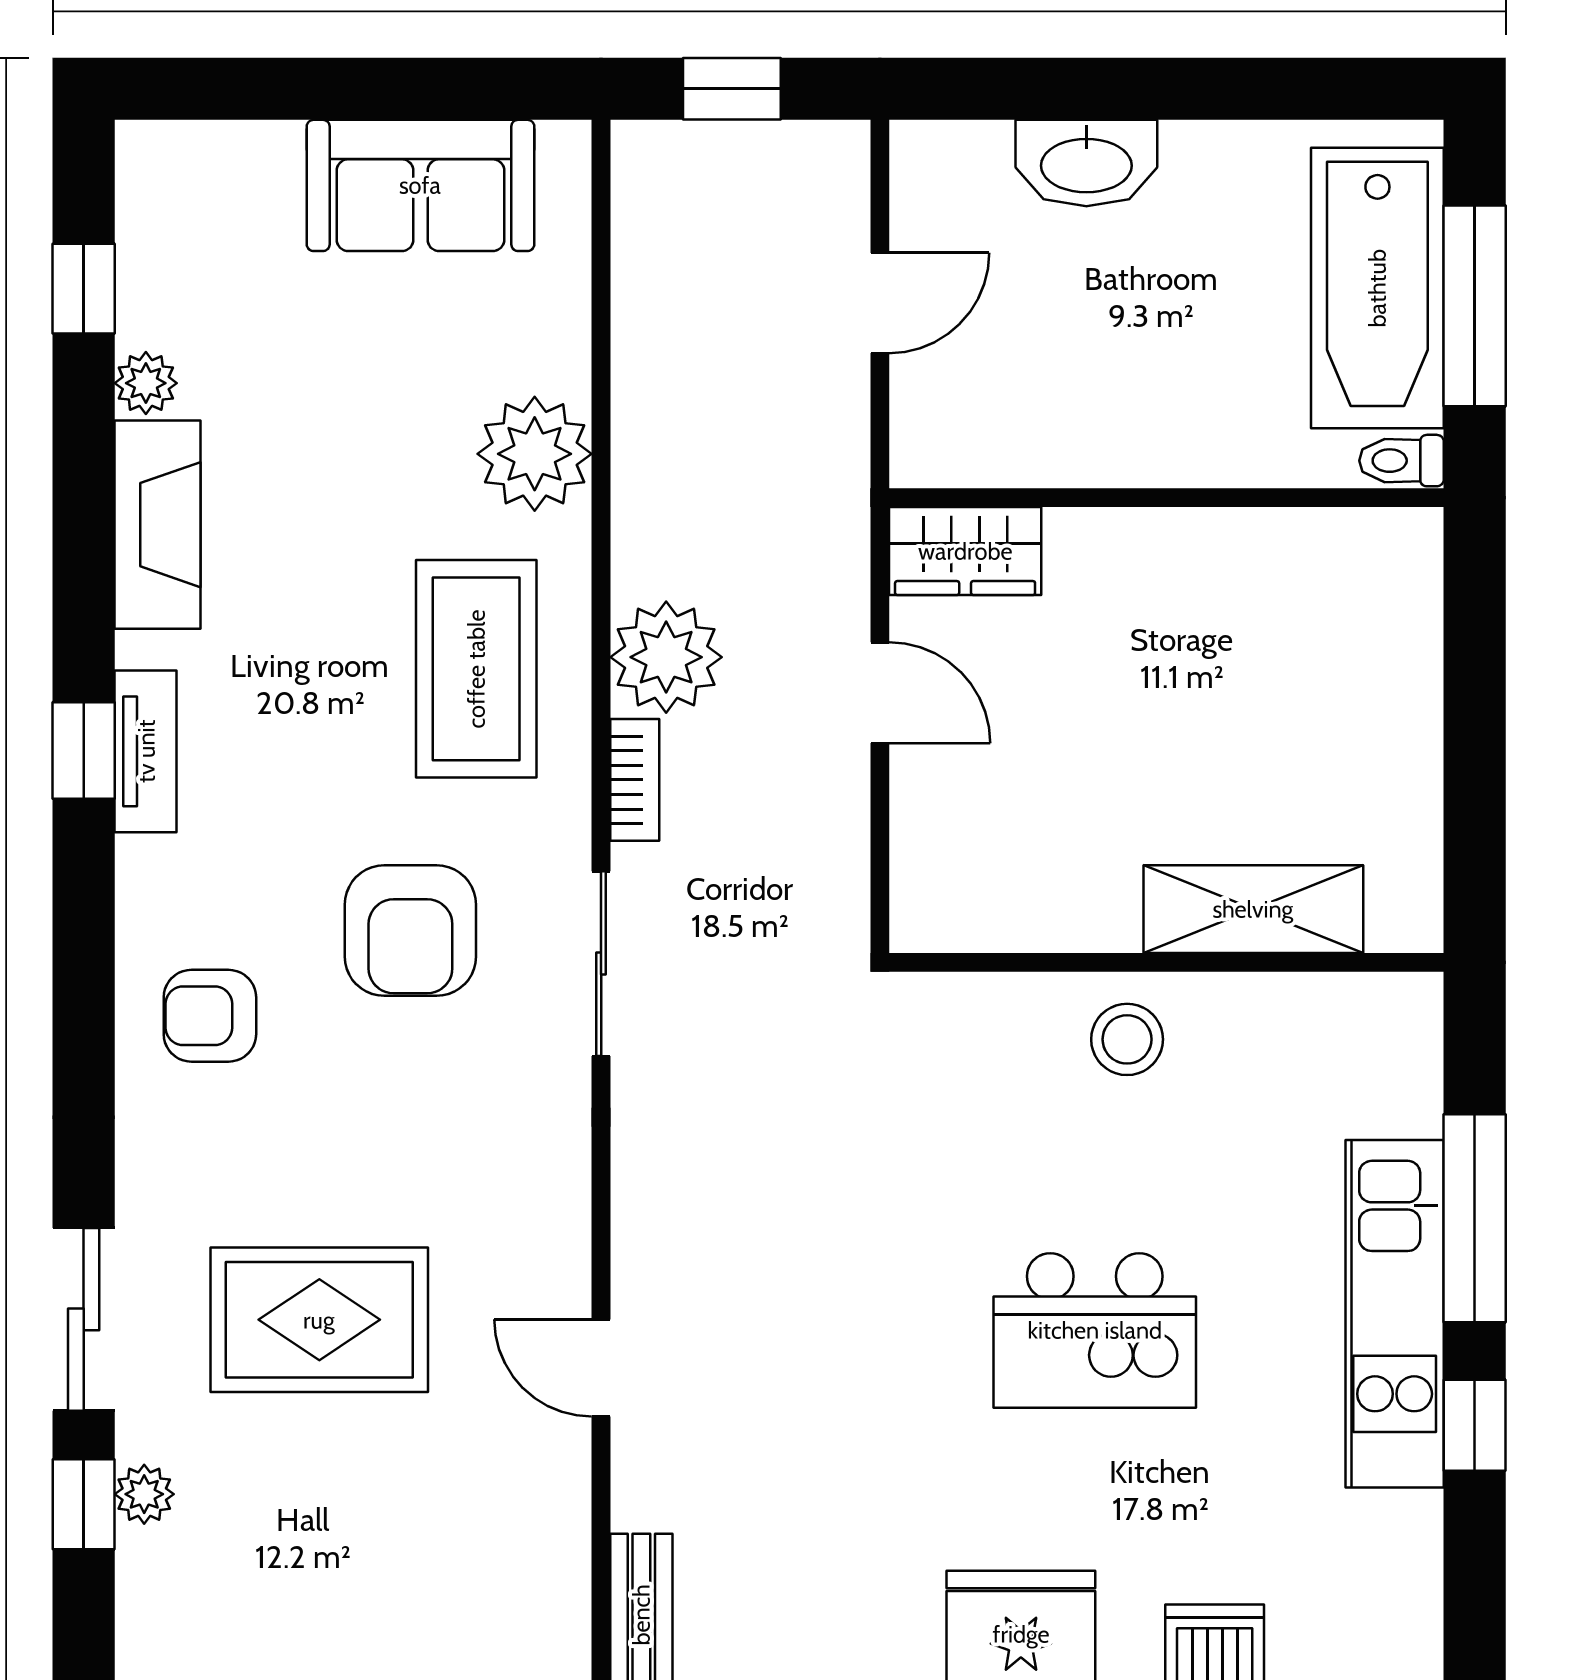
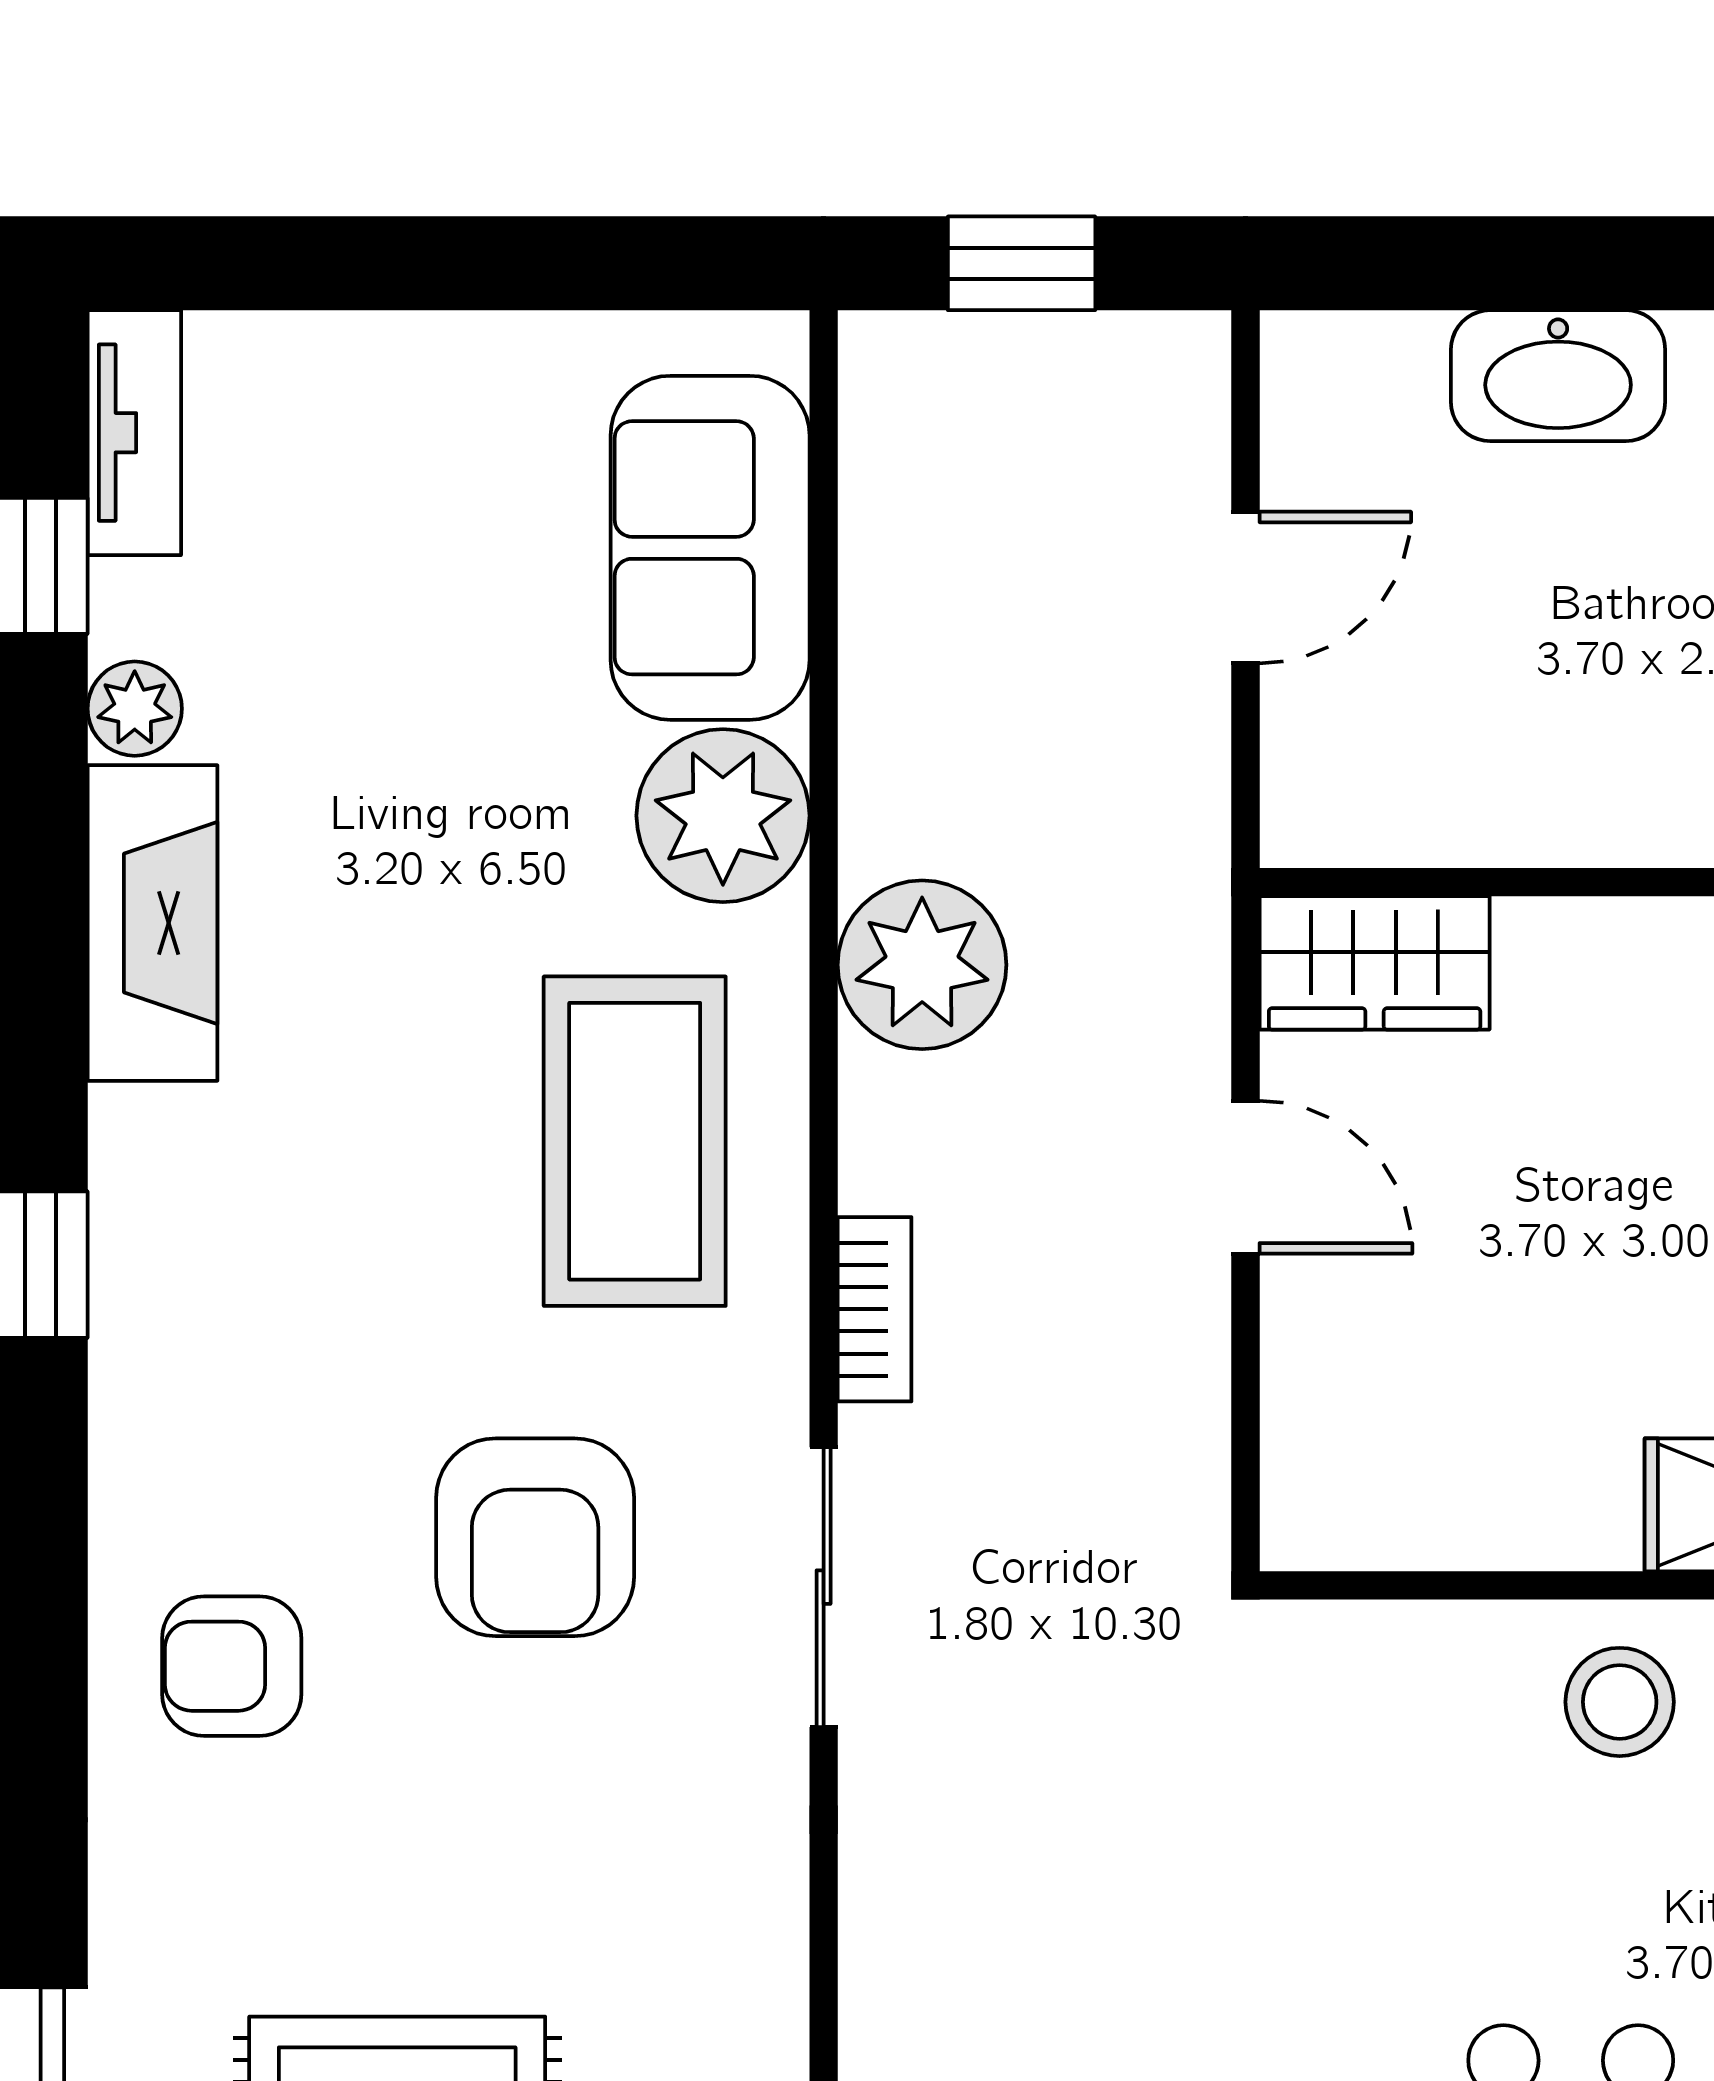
sofa: (420, 185) -> (710, 548), moved, turned 90
plant: (666, 657) -> (922, 965), moved
tv unit: (146, 751) -> (134, 433), moved

